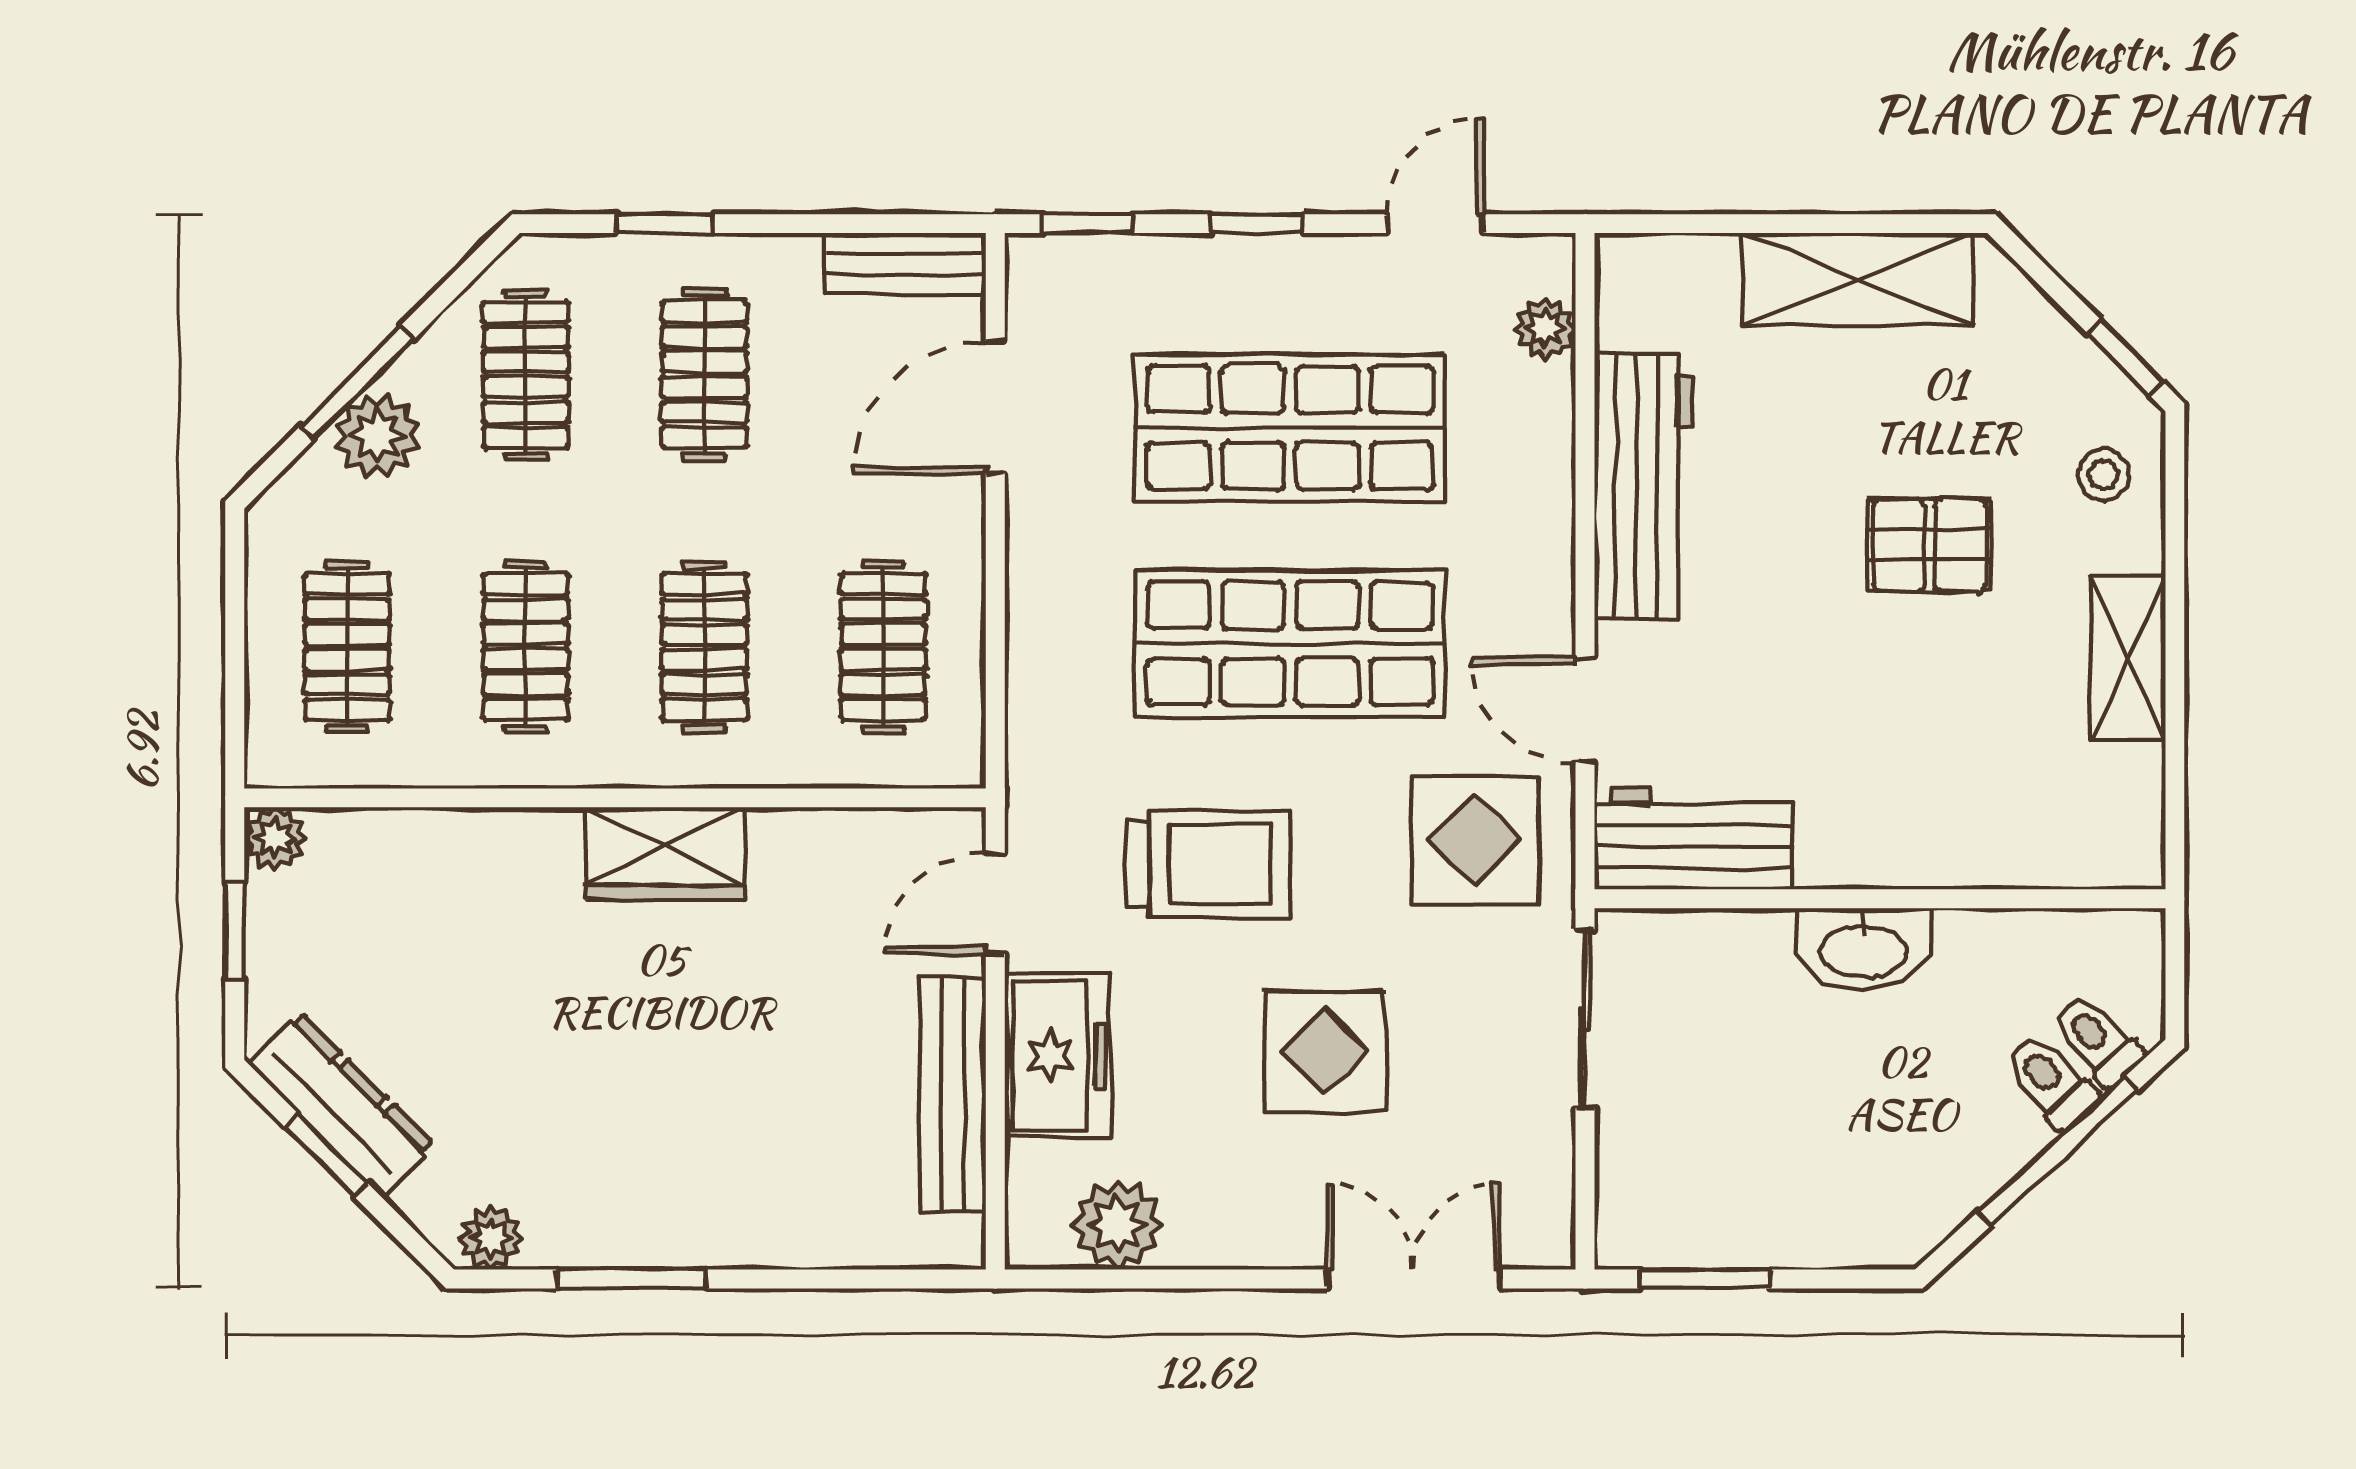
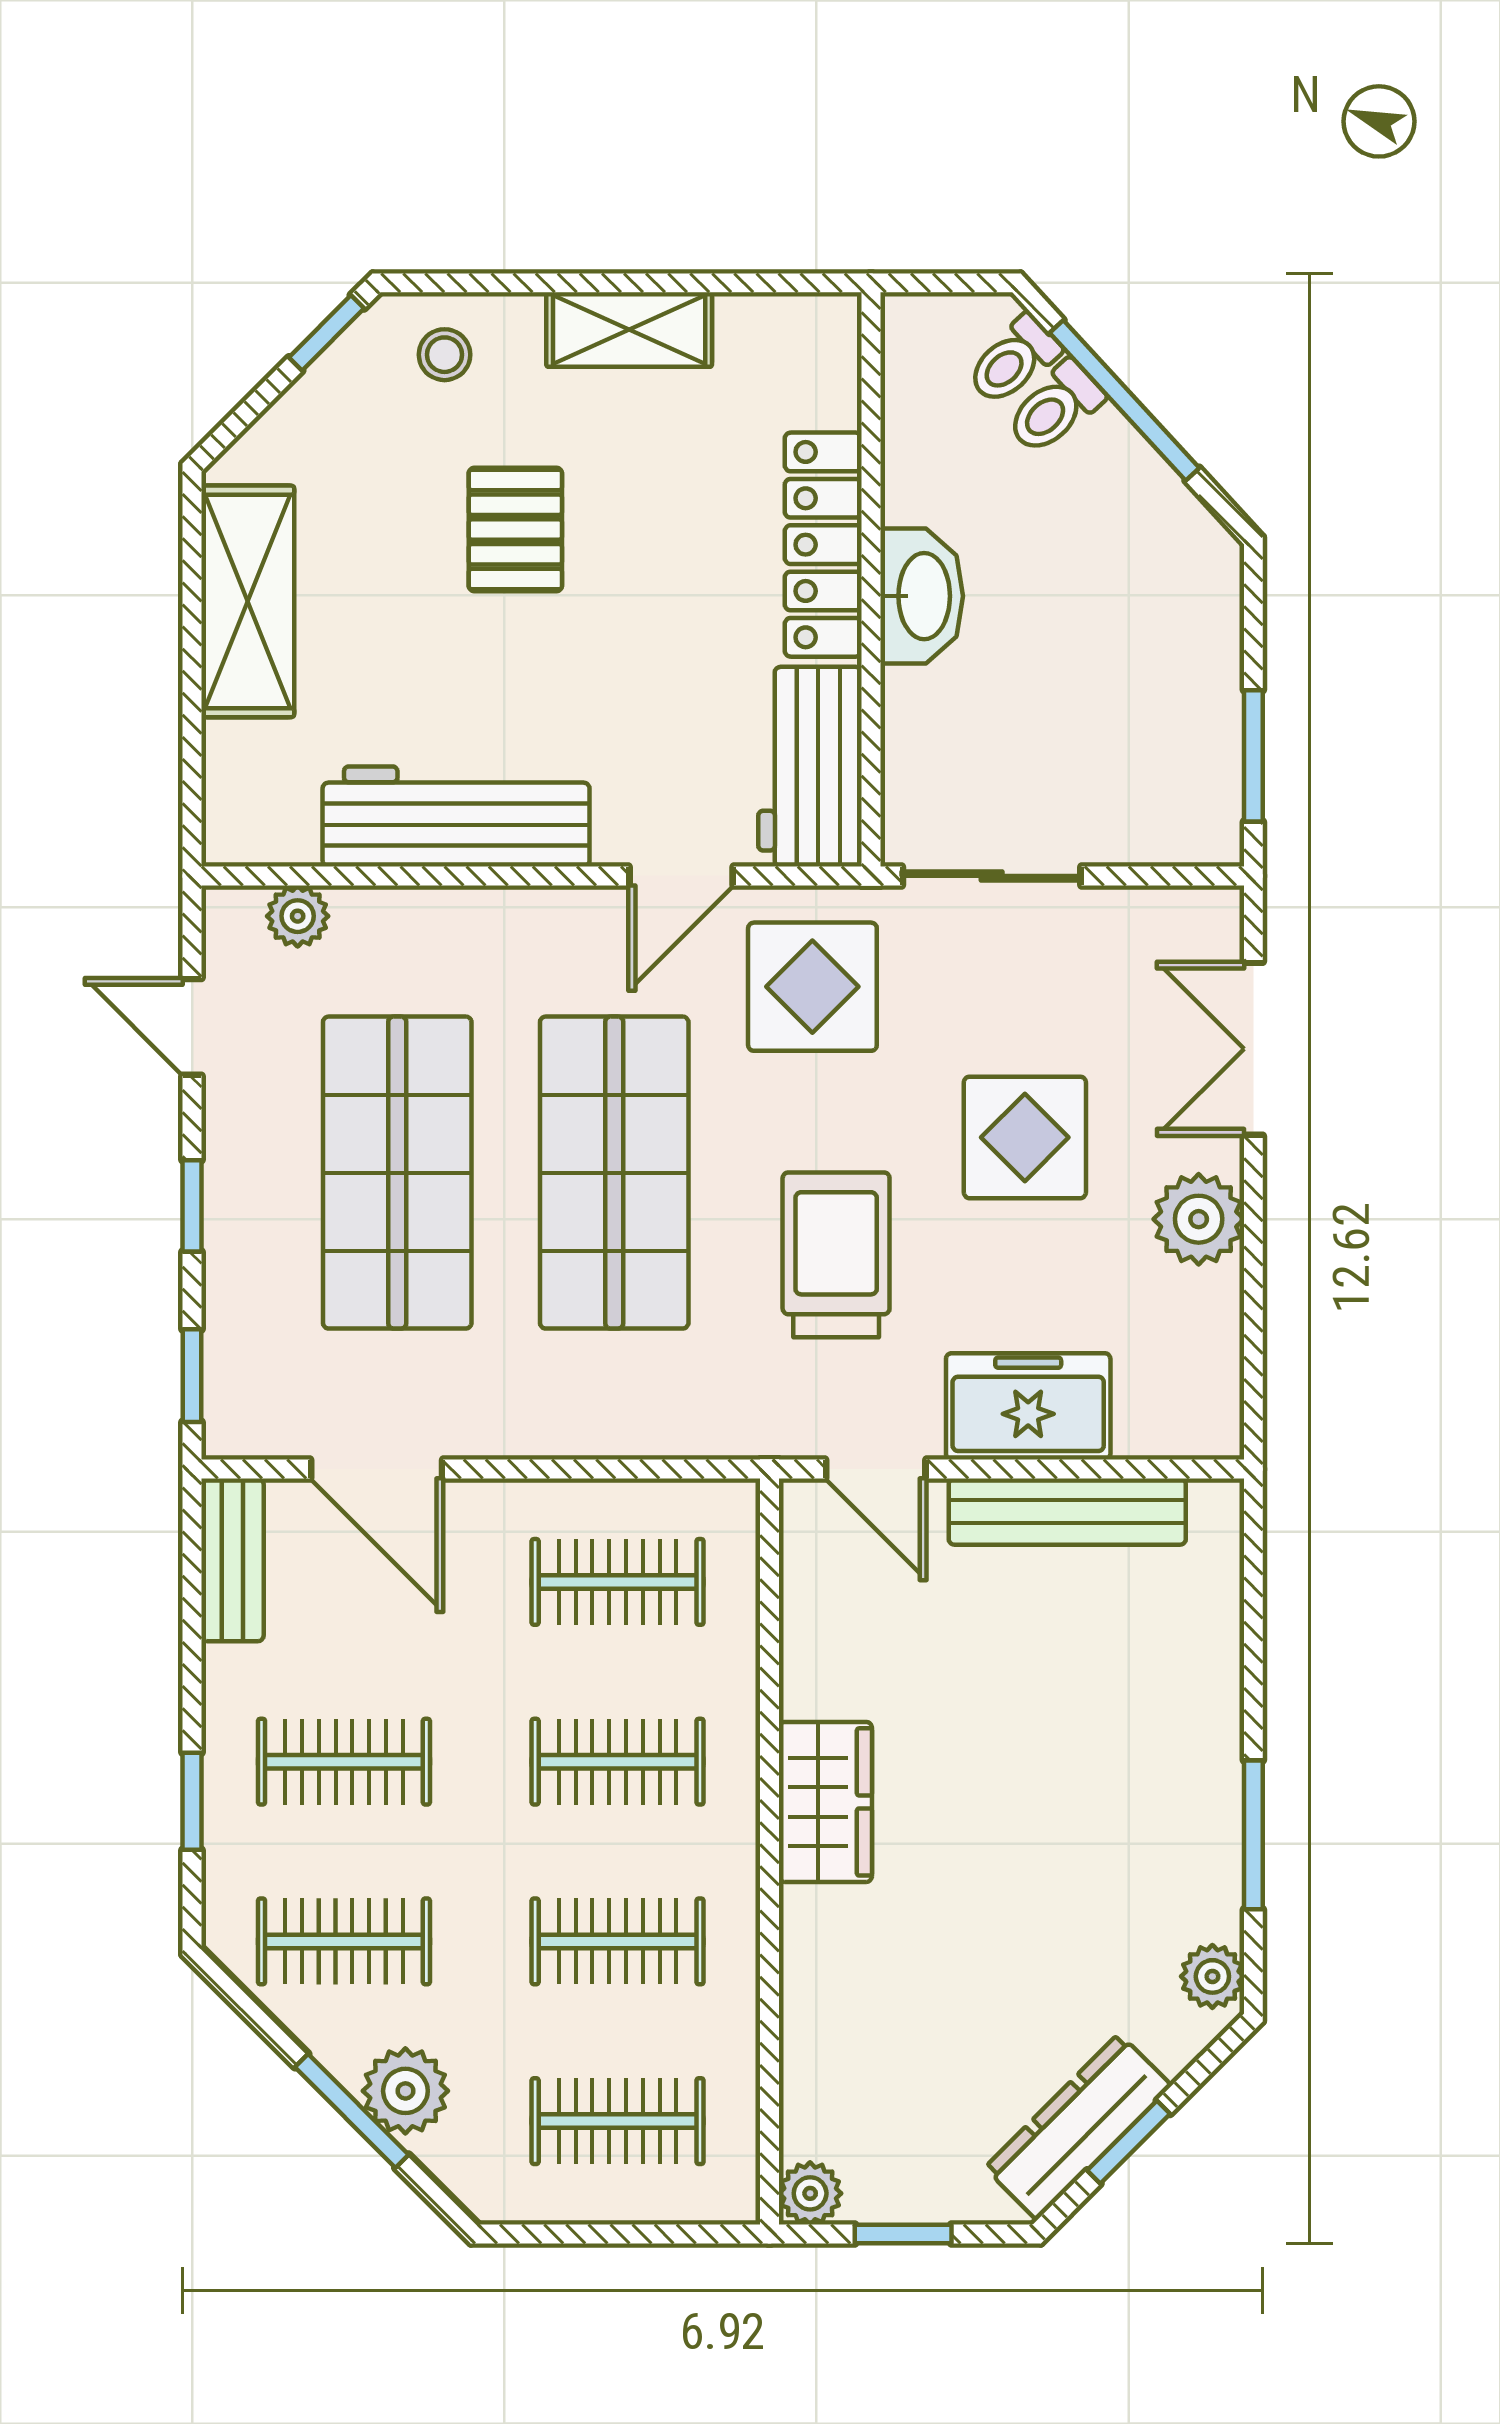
locker: (1915, 851) -> (823, 545), added
plant: (1117, 1225) -> (1199, 1219), moved

